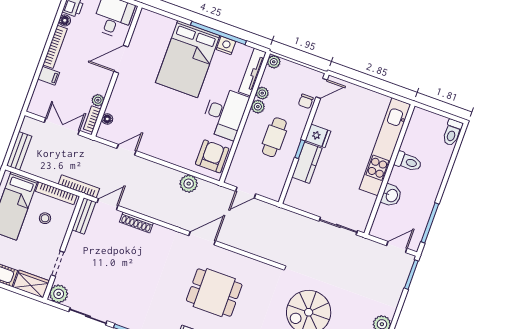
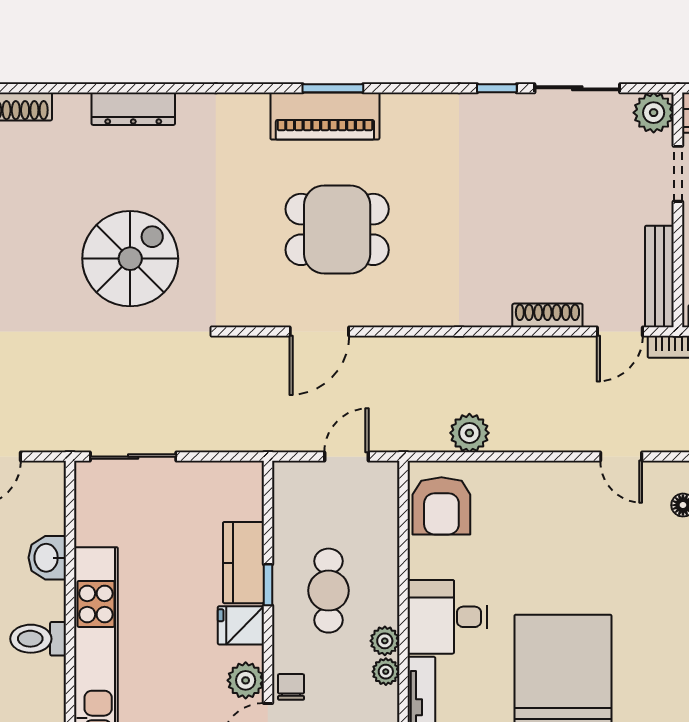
plant: (324, 111) -> (246, 680), added
desk: (225, 113) -> (447, 617), width x0.73
door: (126, 150) -> (621, 457), hinge flipped
bench: (84, 216) -> (659, 276), width x1.36
door: (202, 238) -> (319, 331), moved

